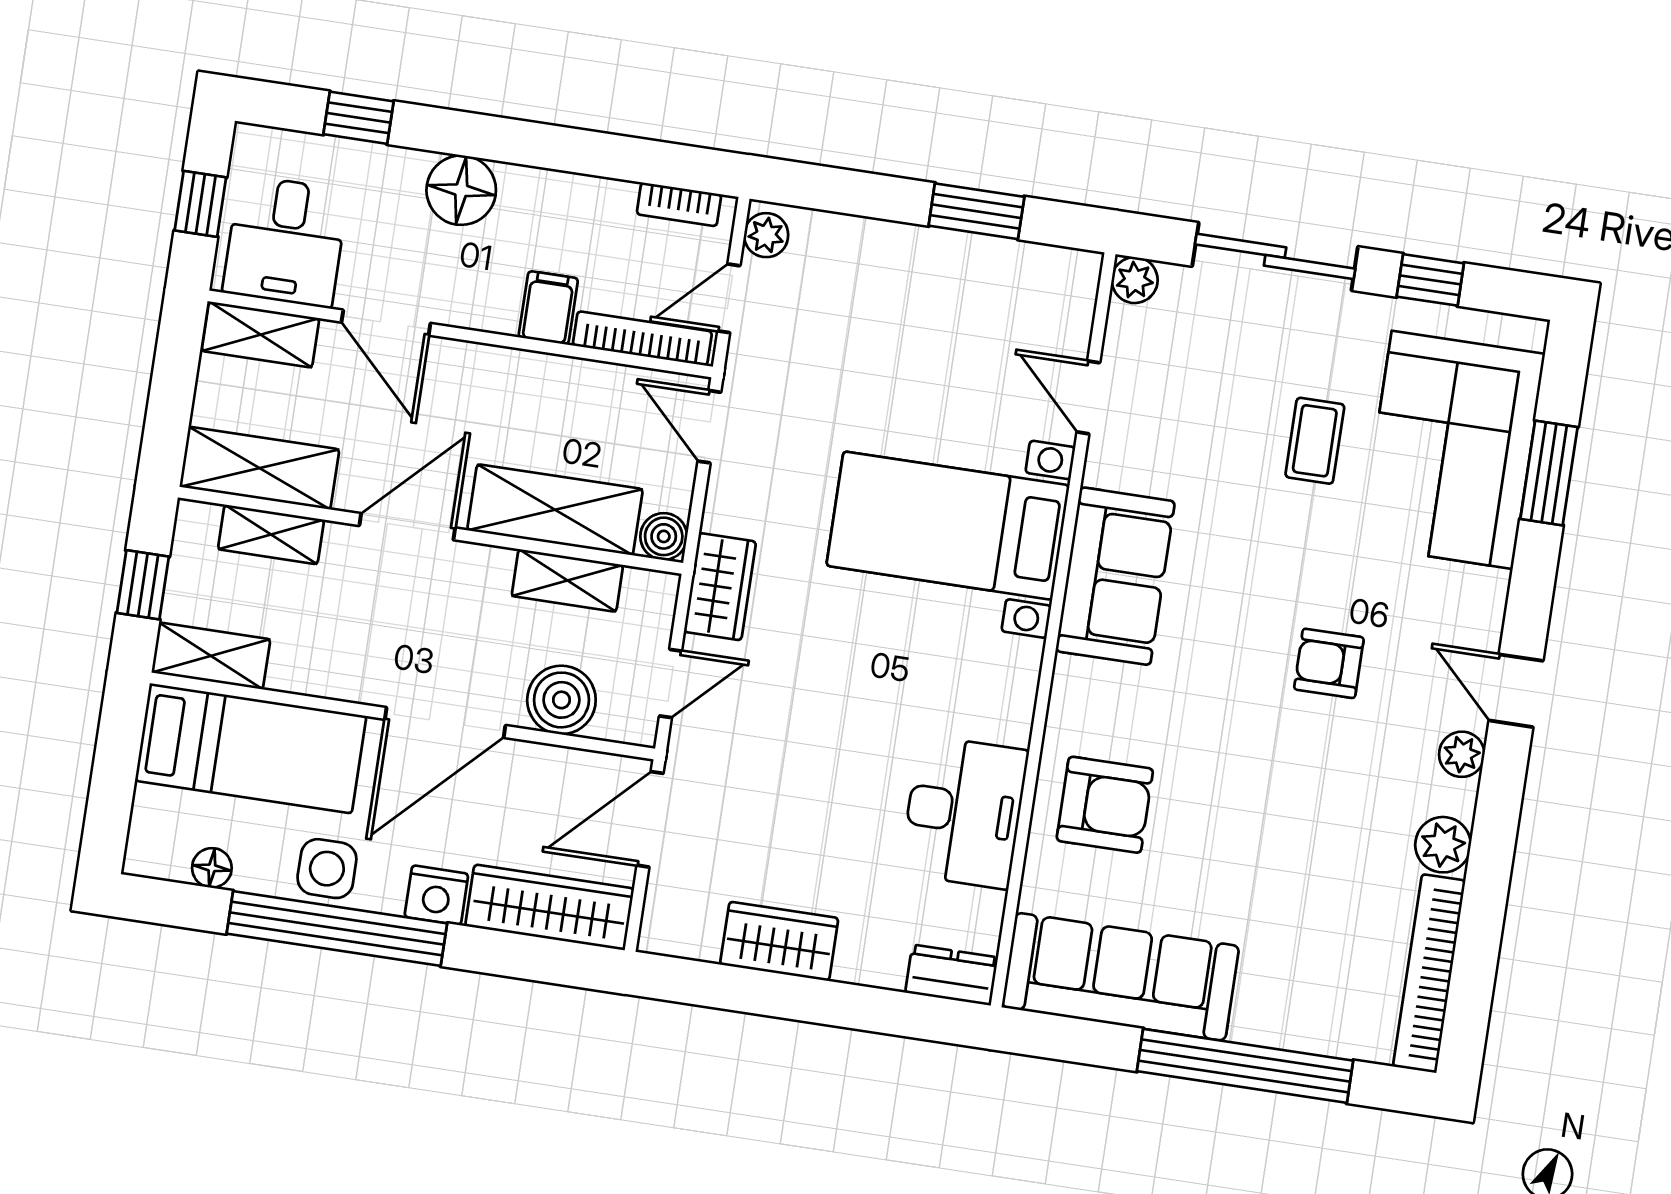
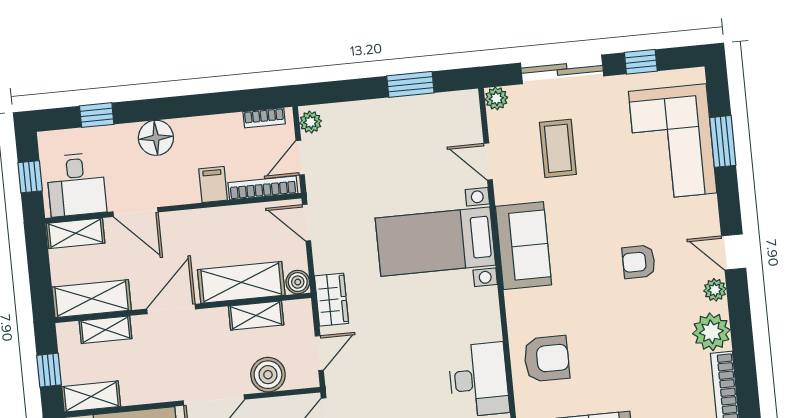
coffee table: (1315, 441) -> (558, 148), moved, width x1.36, depth x1.30
plant: (1443, 845) -> (711, 332), width x1.36, depth x1.36

